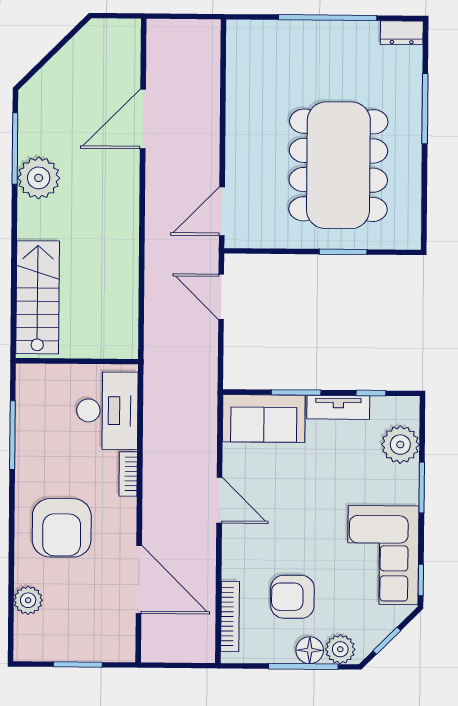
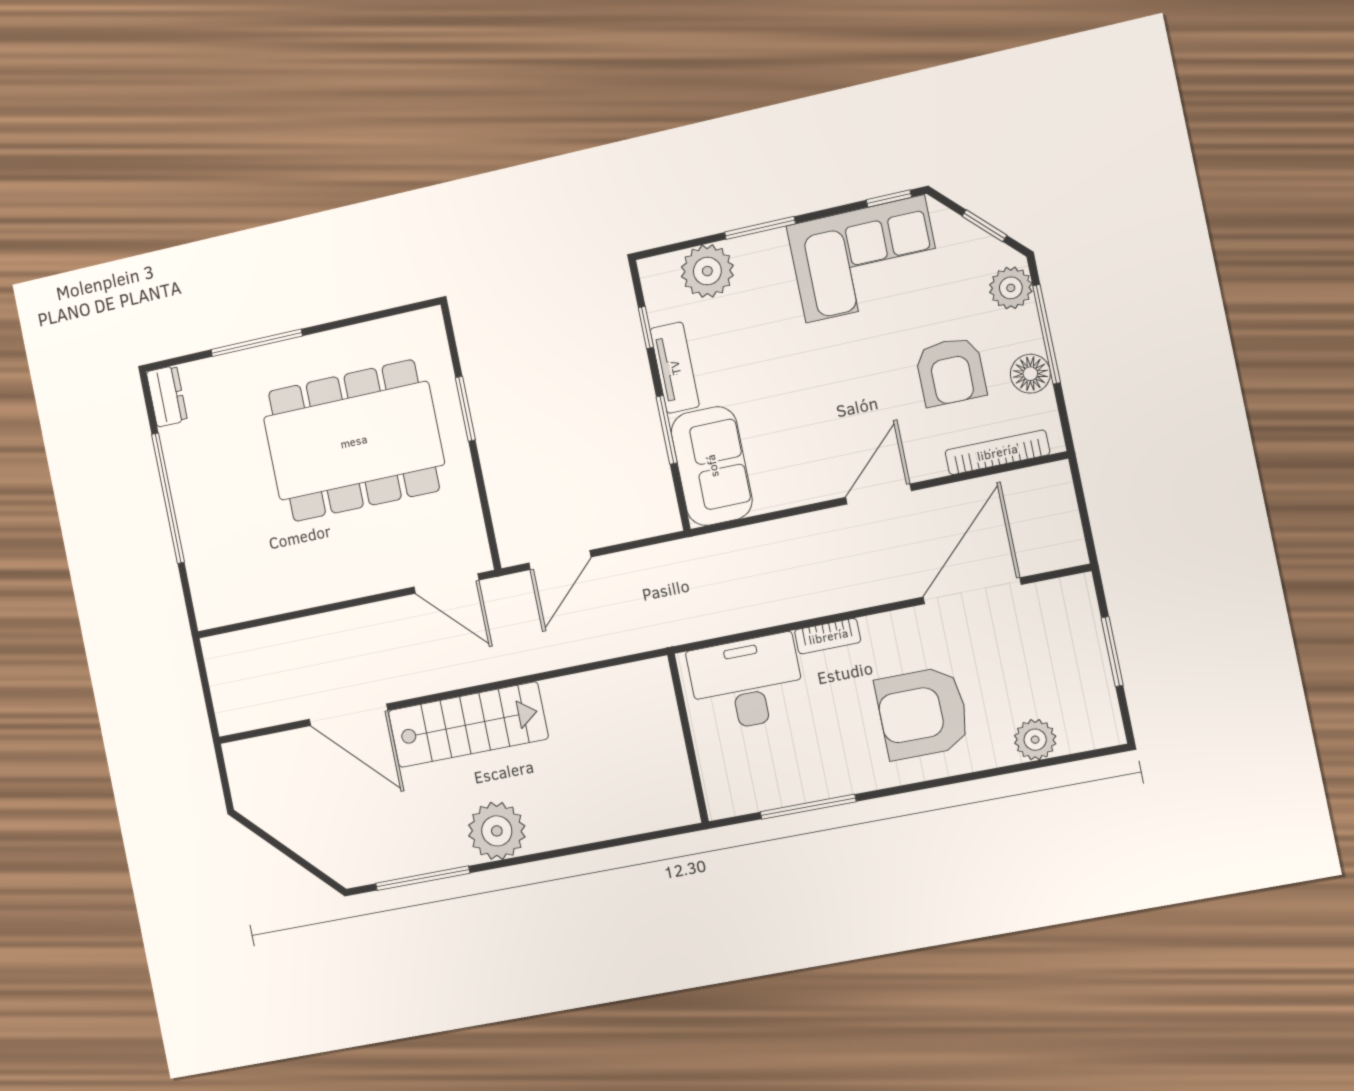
plant: (39, 178) -> (497, 831), moved
stairs: (38, 297) -> (468, 725), moved, turned 180
door: (219, 500) -> (878, 494), moved
armchair: (62, 528) -> (923, 713), turned 180
floor lamp: (310, 650) -> (1030, 374), moved

